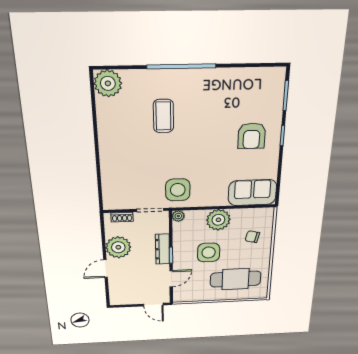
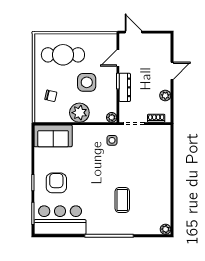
plant: (108, 83) -> (166, 229), width x0.53, depth x0.53
bar counter: (249, 87) -> (60, 220), added
side table: (178, 190) -> (112, 140), width x0.54, depth x0.54
plant: (118, 247) -> (165, 96), width x0.53, depth x0.53

